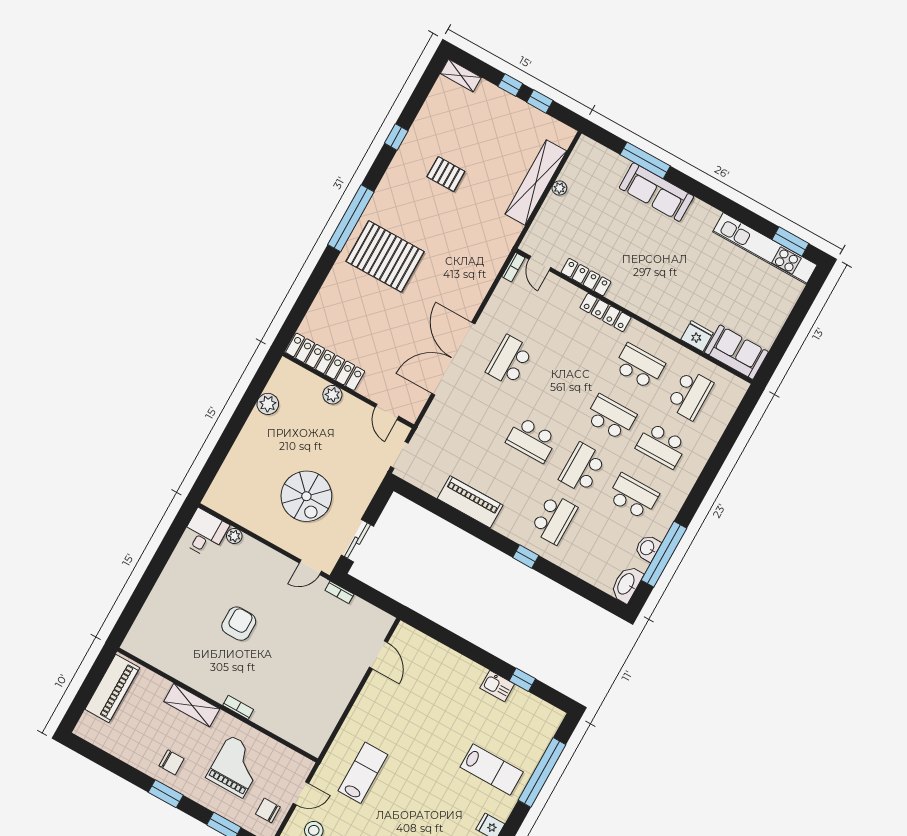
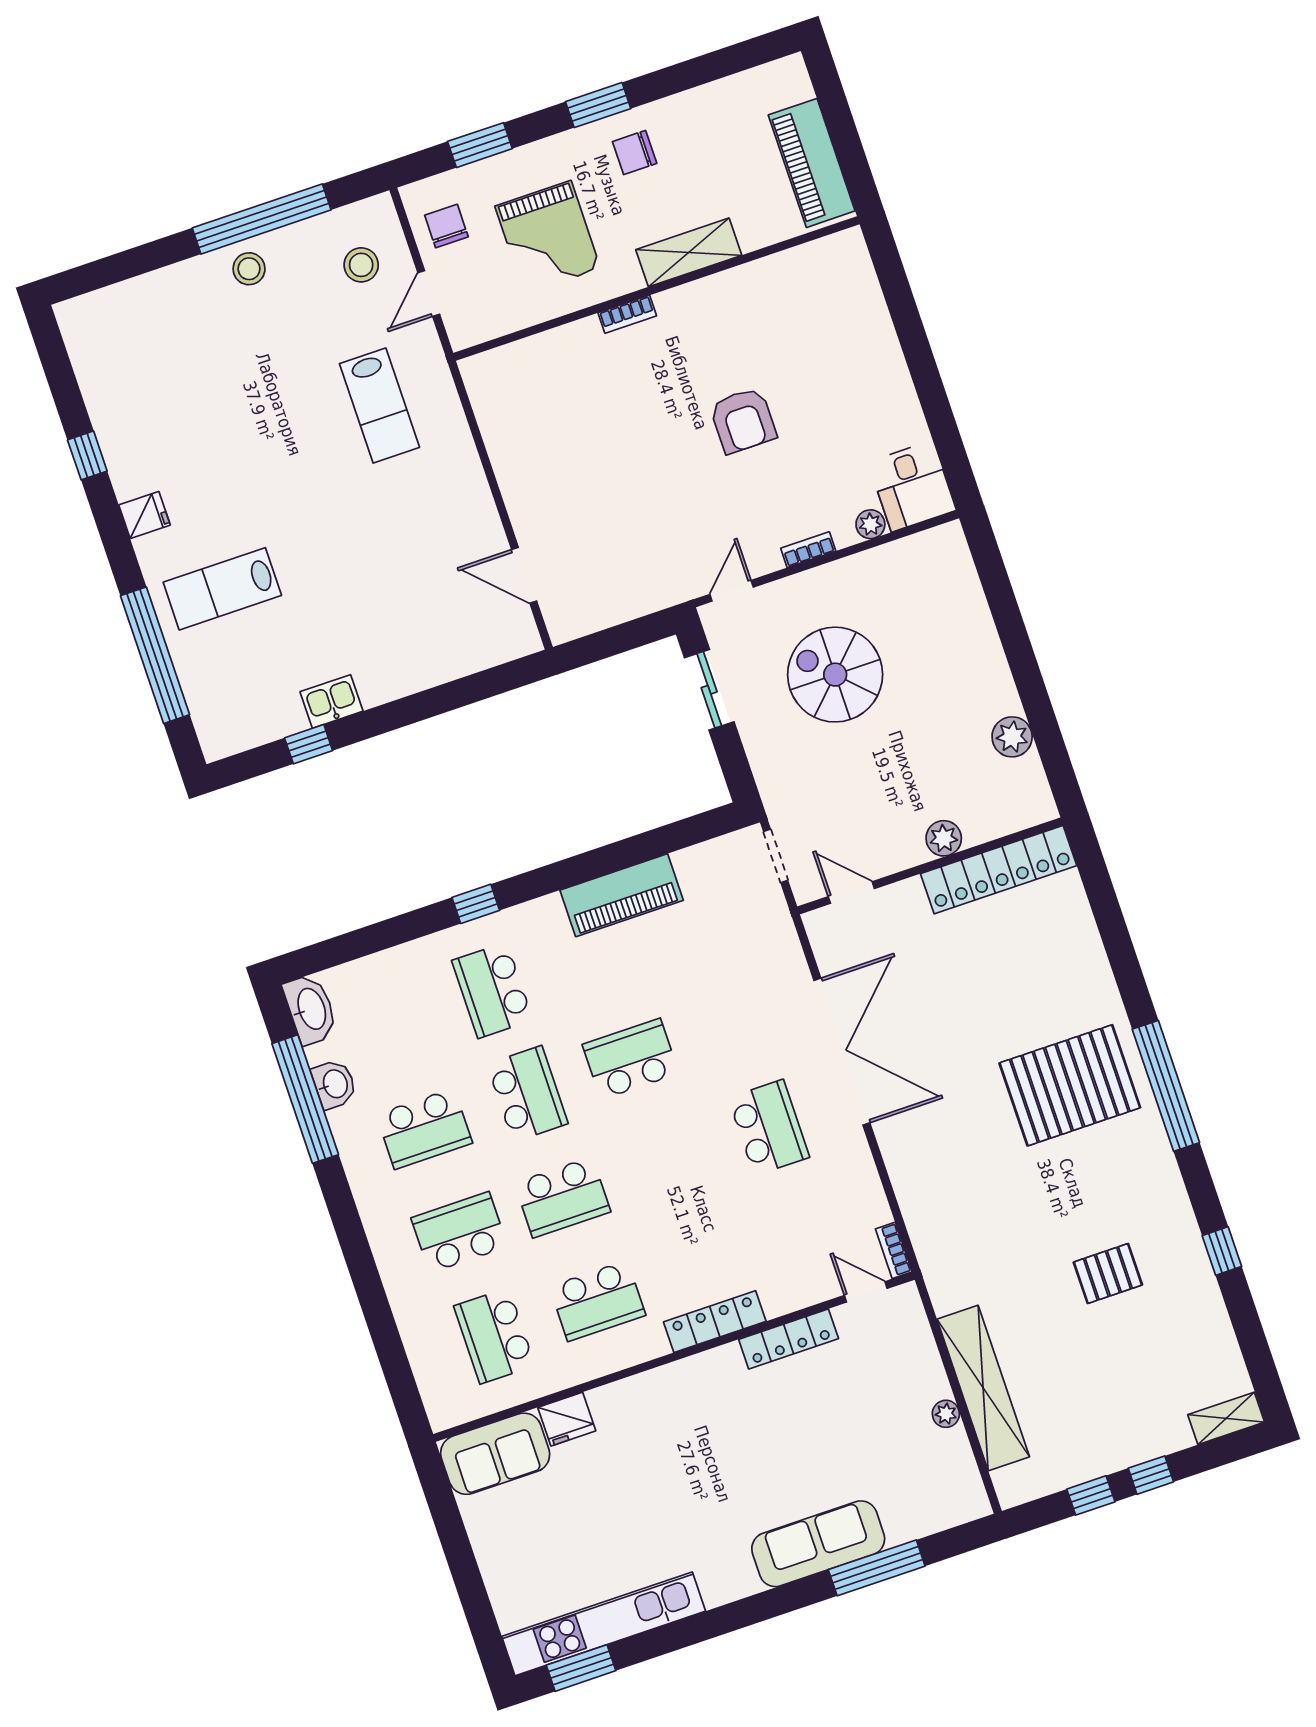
bookcase: (339, 592) -> (808, 550), moved
chair: (268, 810) -> (446, 226), turned -90

